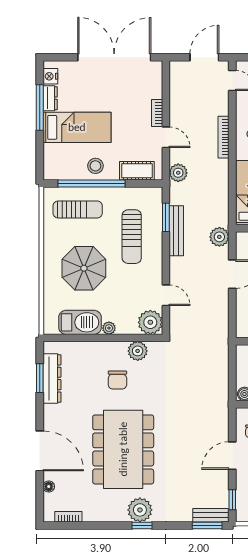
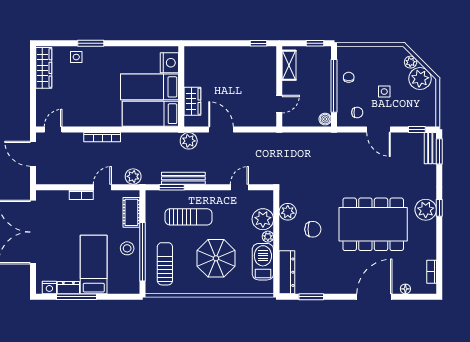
plant: (150, 322) -> (263, 219), moved
dresser: (52, 378) -> (287, 272), moved, turned 90

